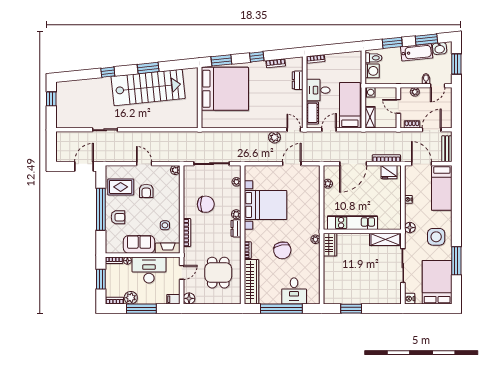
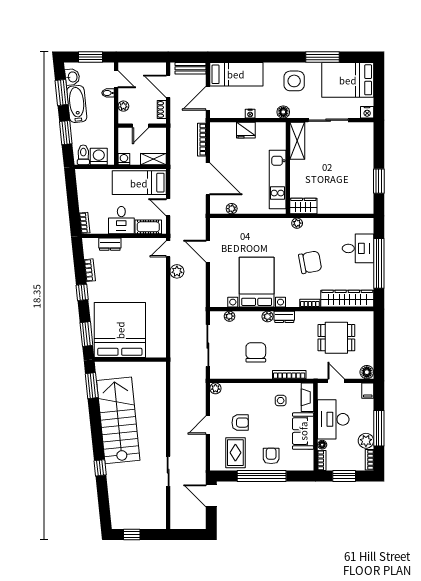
window: (148, 68) -> (92, 386), moved
fridge: (389, 172) -> (246, 130), moved, turned 90

